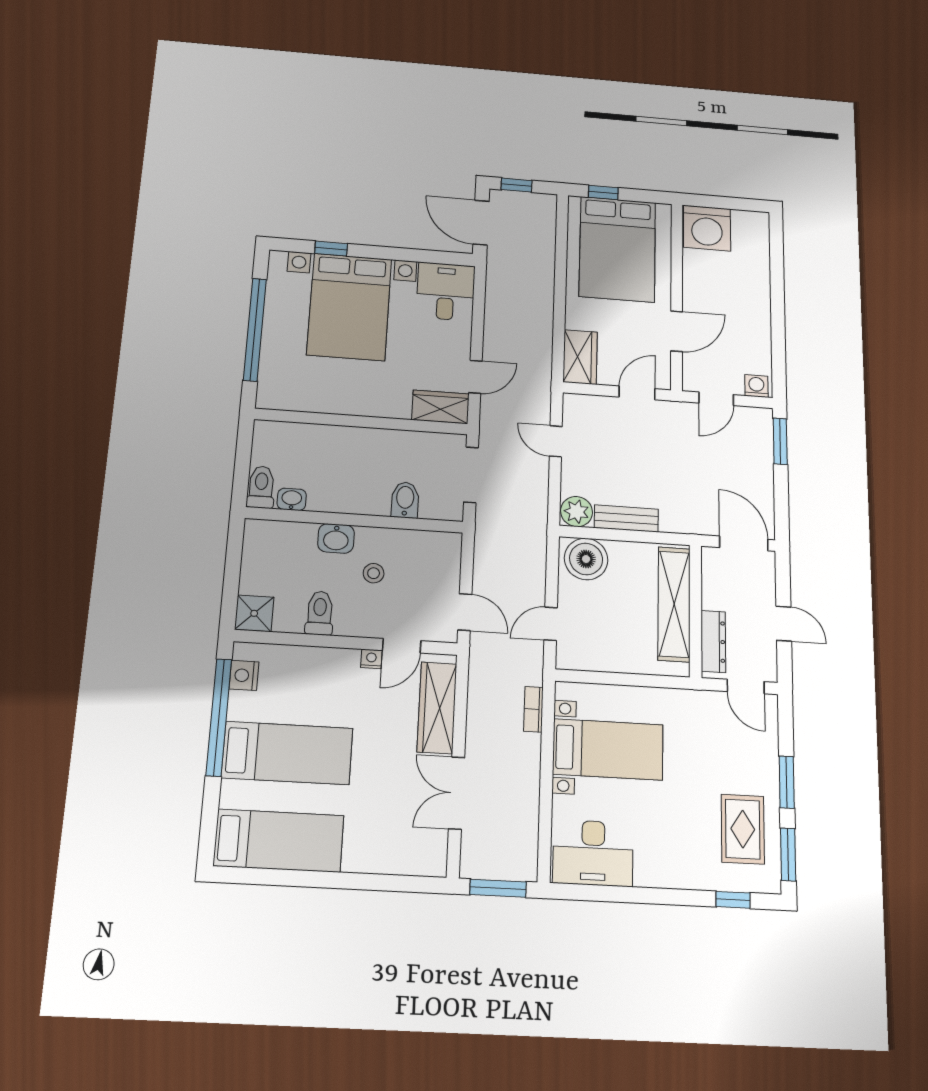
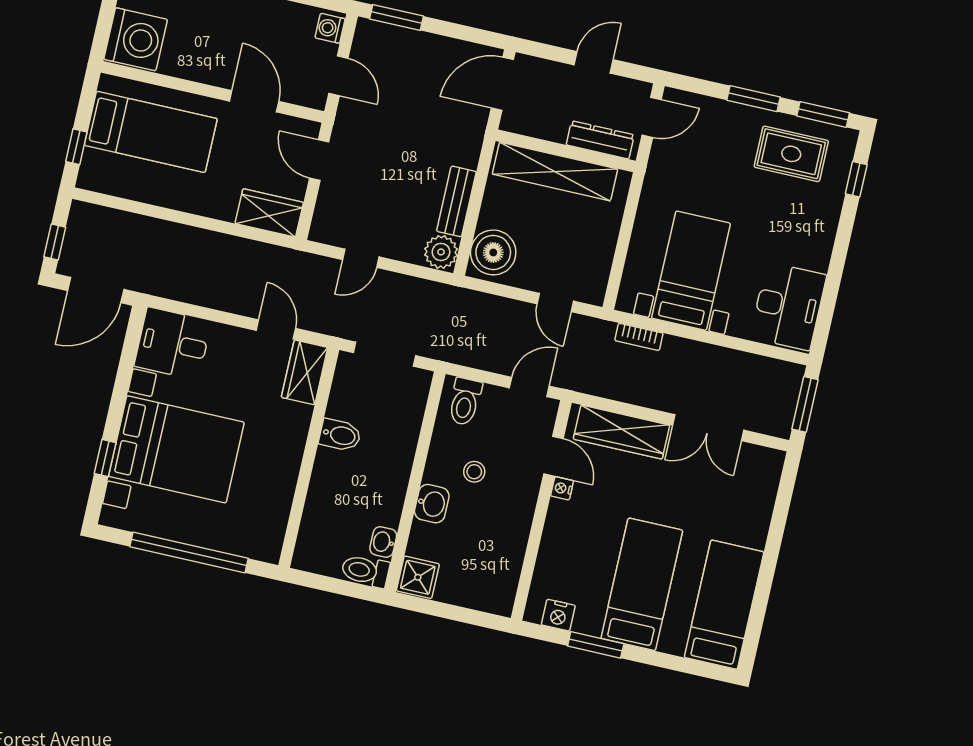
bed: (617, 249) -> (151, 132), width x0.67
bidet: (405, 500) -> (340, 435), moved, turned 180
shower: (254, 613) -> (418, 577), moved
toilet: (320, 613) -> (465, 402), moved, turned -90
window: (219, 717) -> (596, 645), width x0.47

